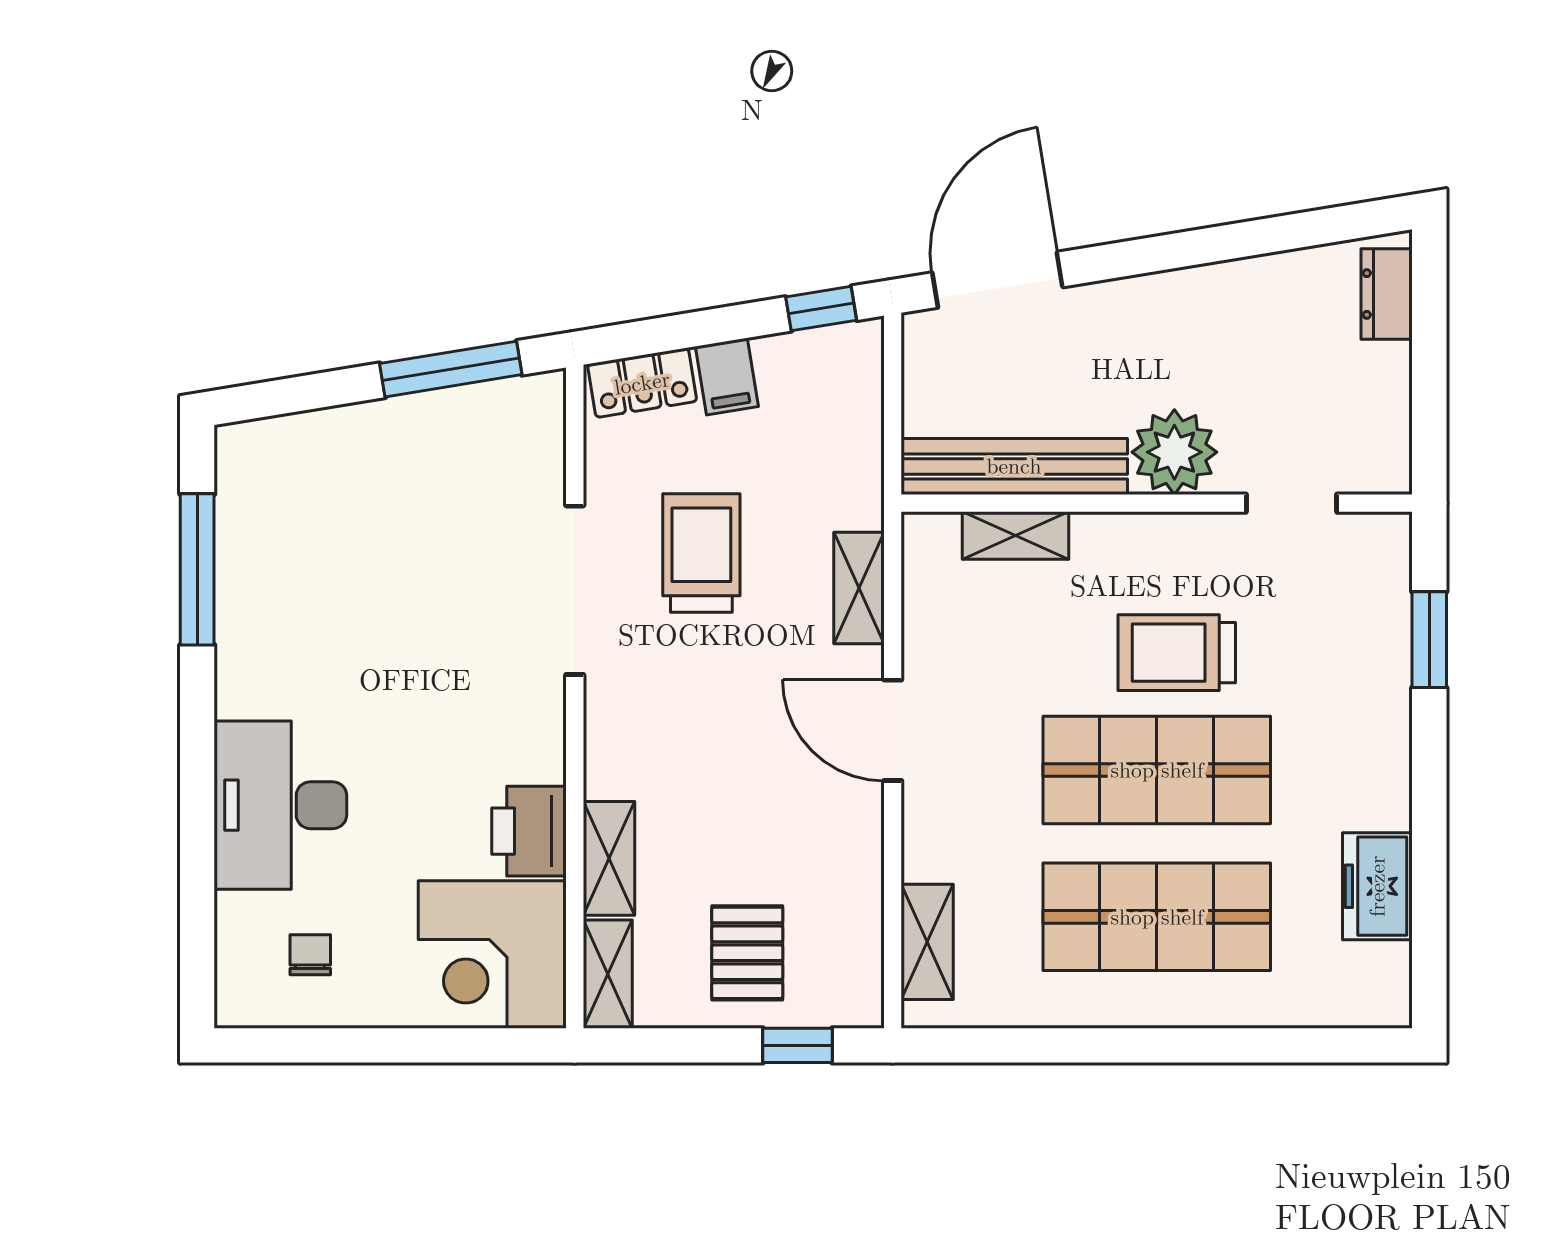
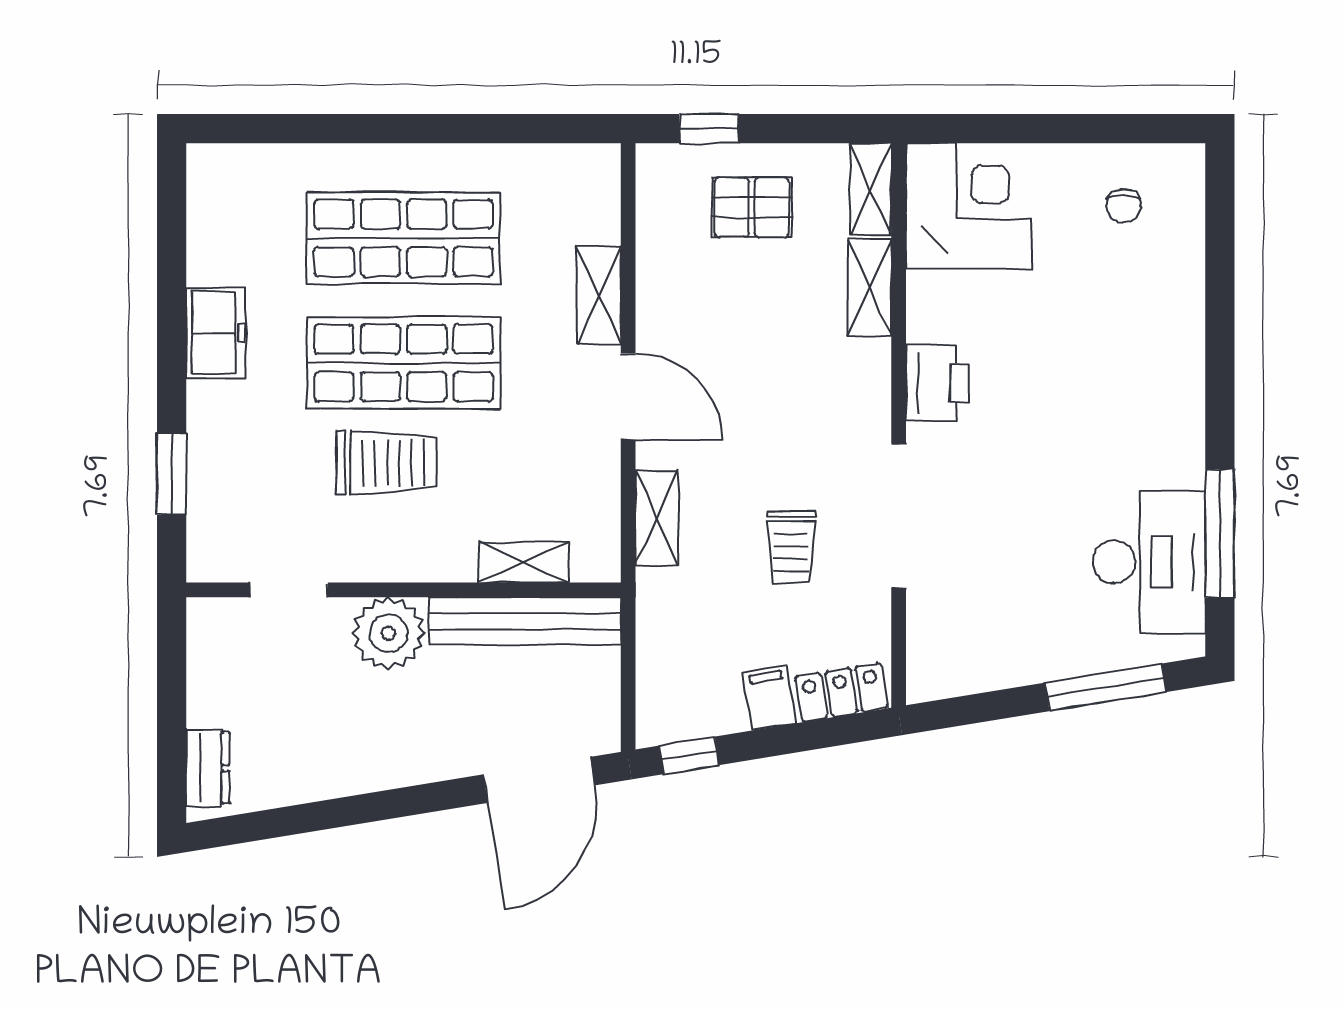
window: (451, 369) -> (1106, 687), moved
trolley: (701, 553) -> (791, 547), width x0.73, depth x0.72
desk: (280, 805) -> (1149, 562), moved
printer: (529, 831) -> (938, 383), moved
freezer: (1377, 886) -> (216, 333), moved
shelving: (927, 942) -> (599, 296), moved
pallet: (747, 953) -> (752, 207), turned 90

